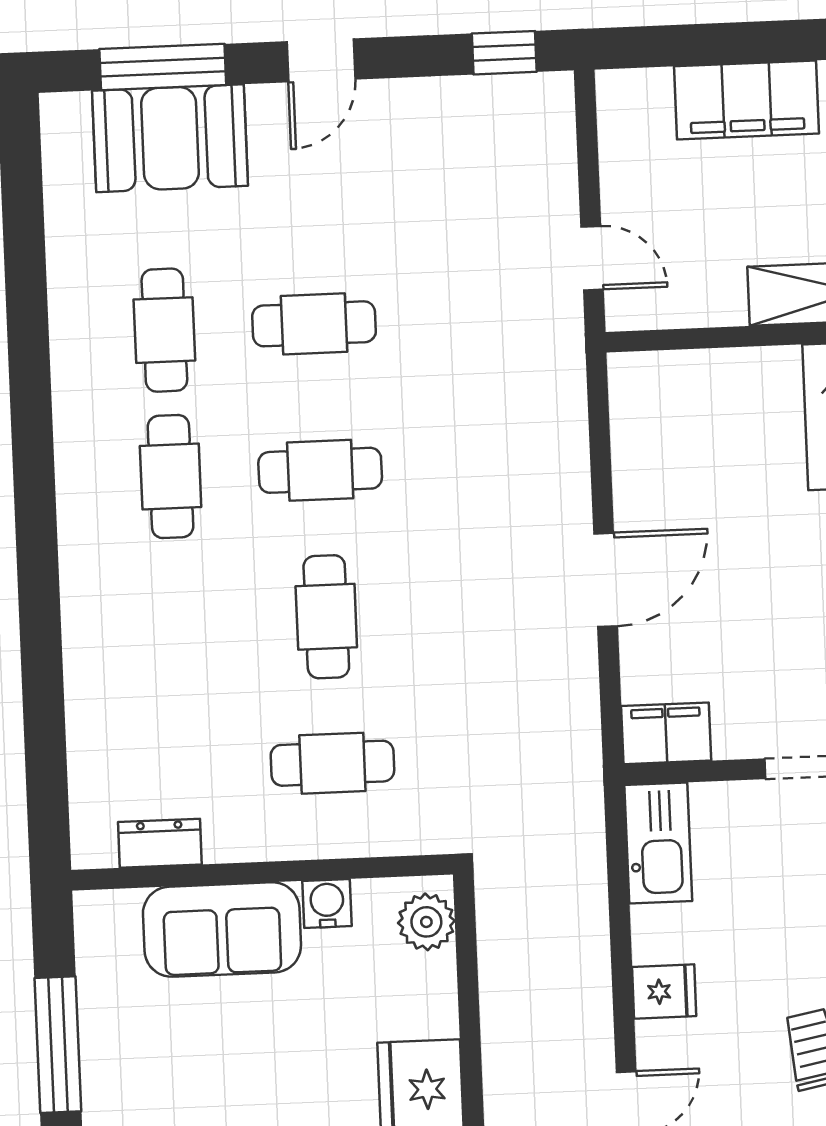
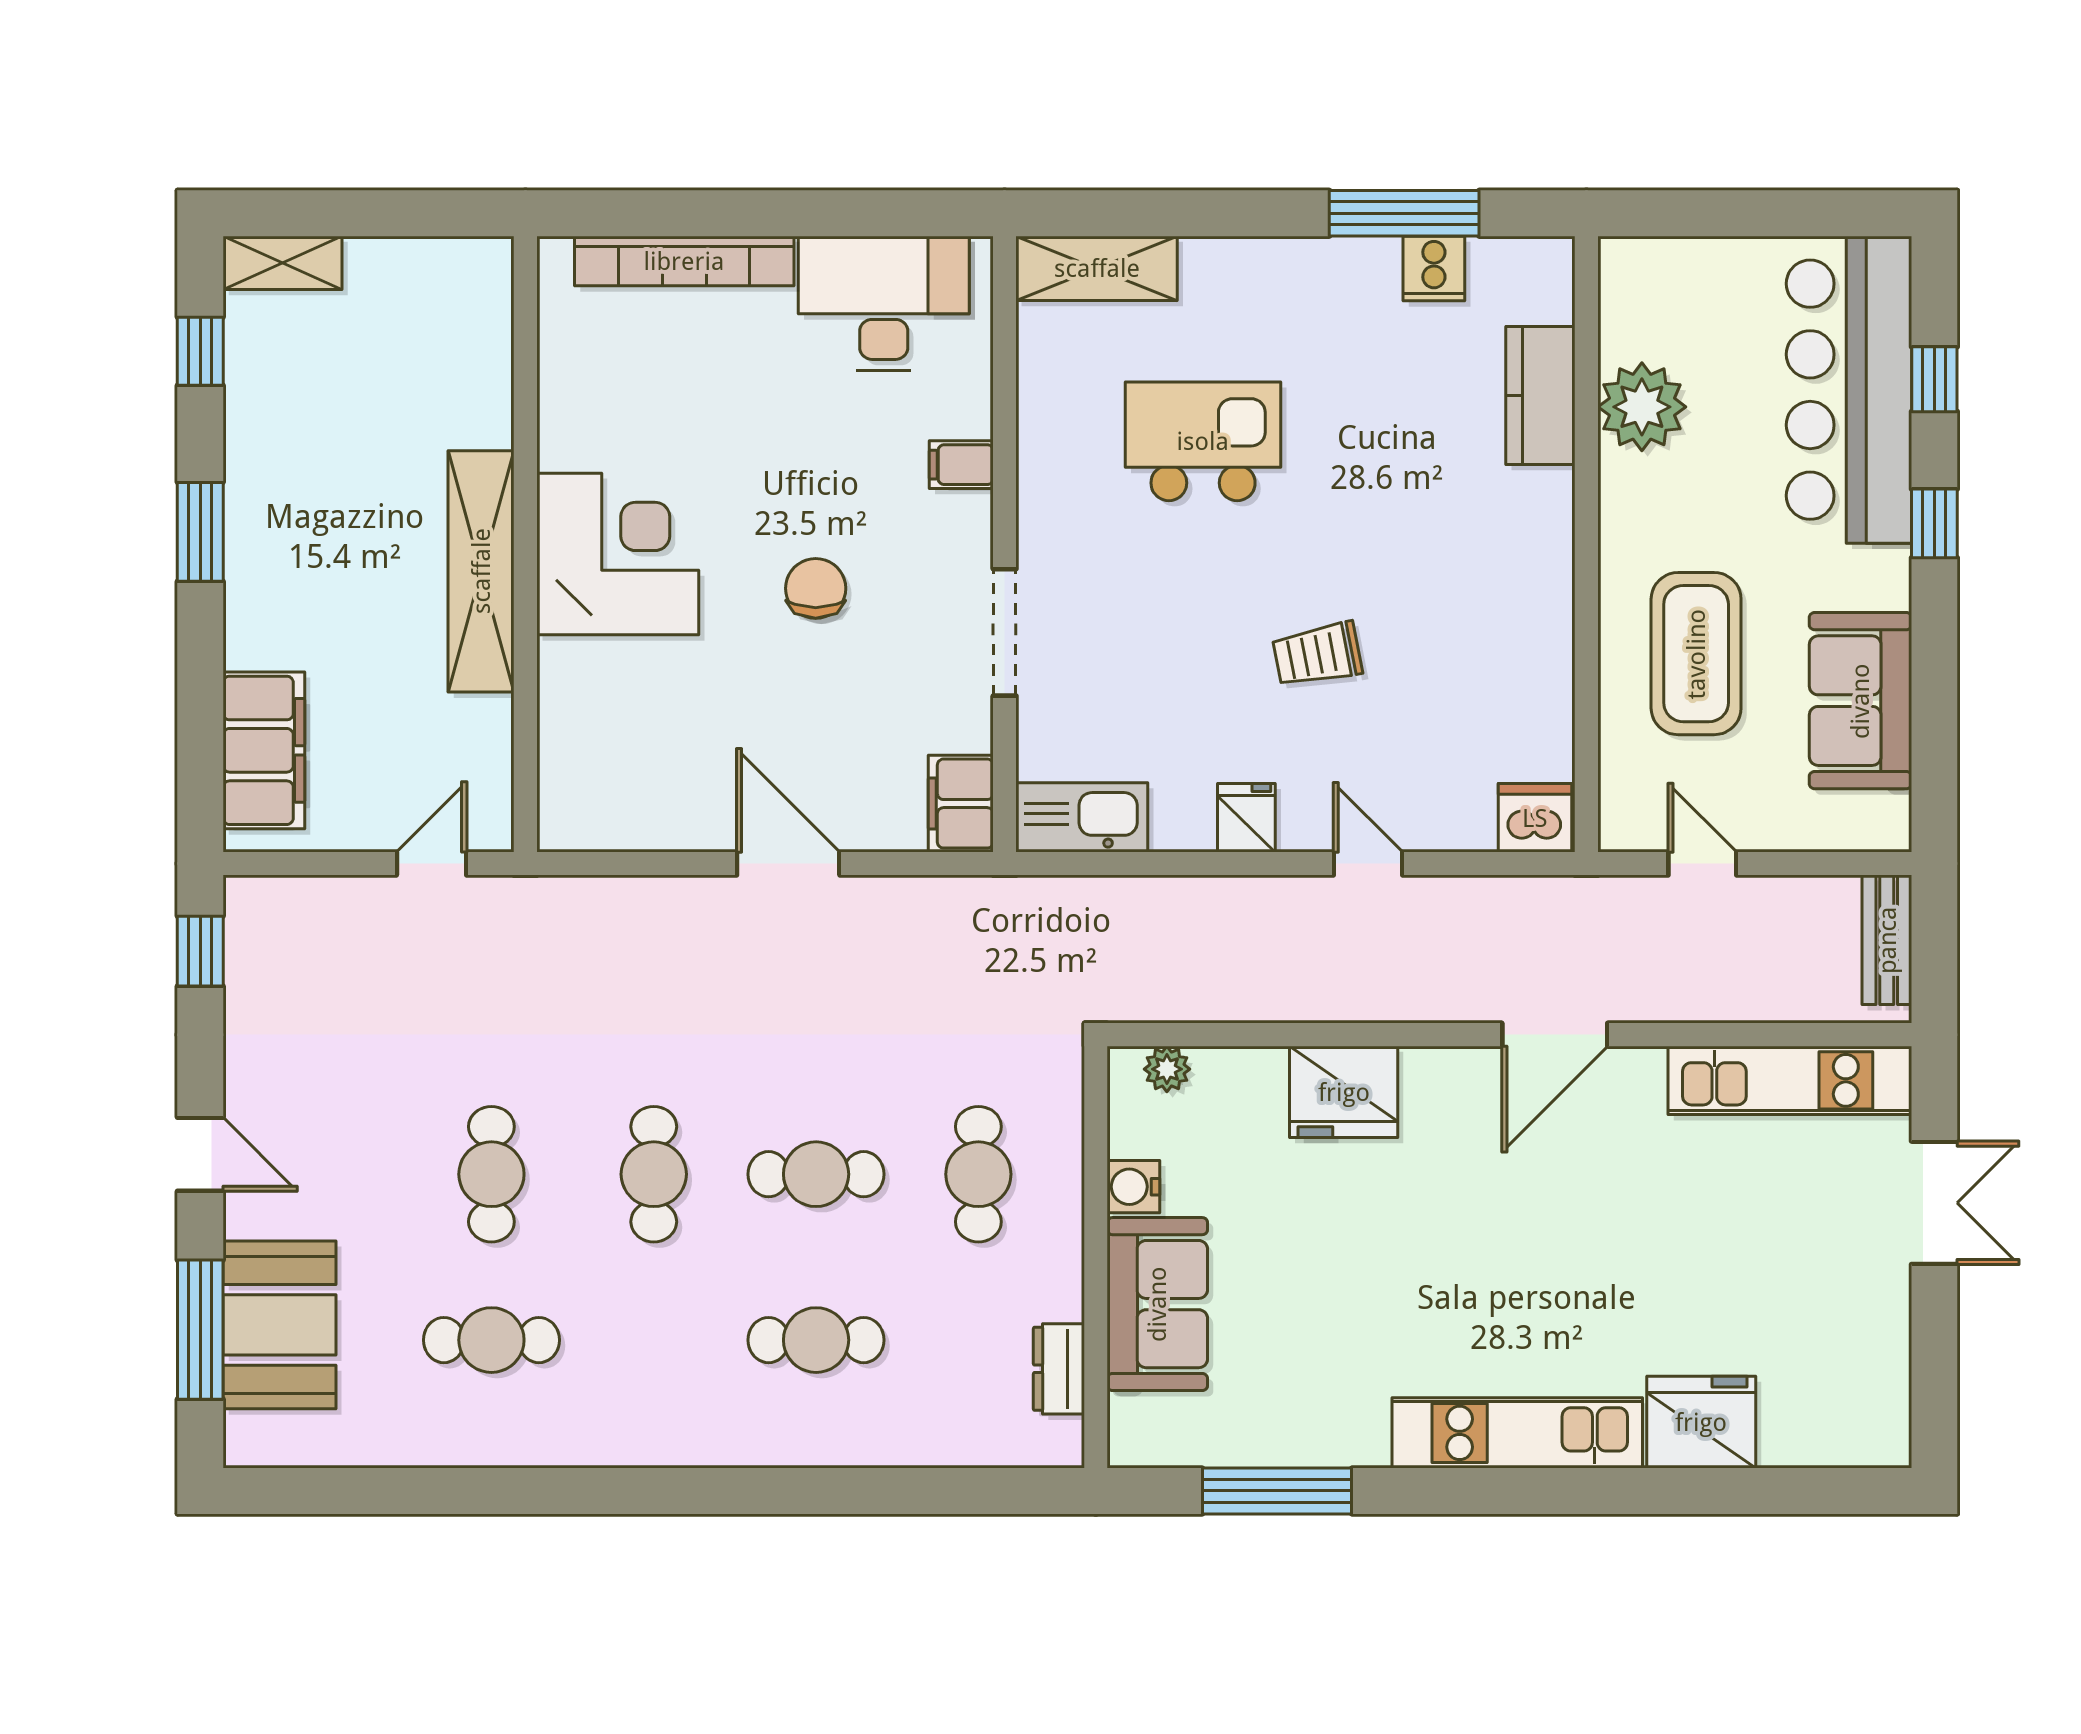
filing cabinet: (747, 100) -> (264, 750), moved
cafe table: (171, 477) -> (816, 1340), moved
plant: (426, 922) -> (1167, 1069), width x0.73, depth x0.73

